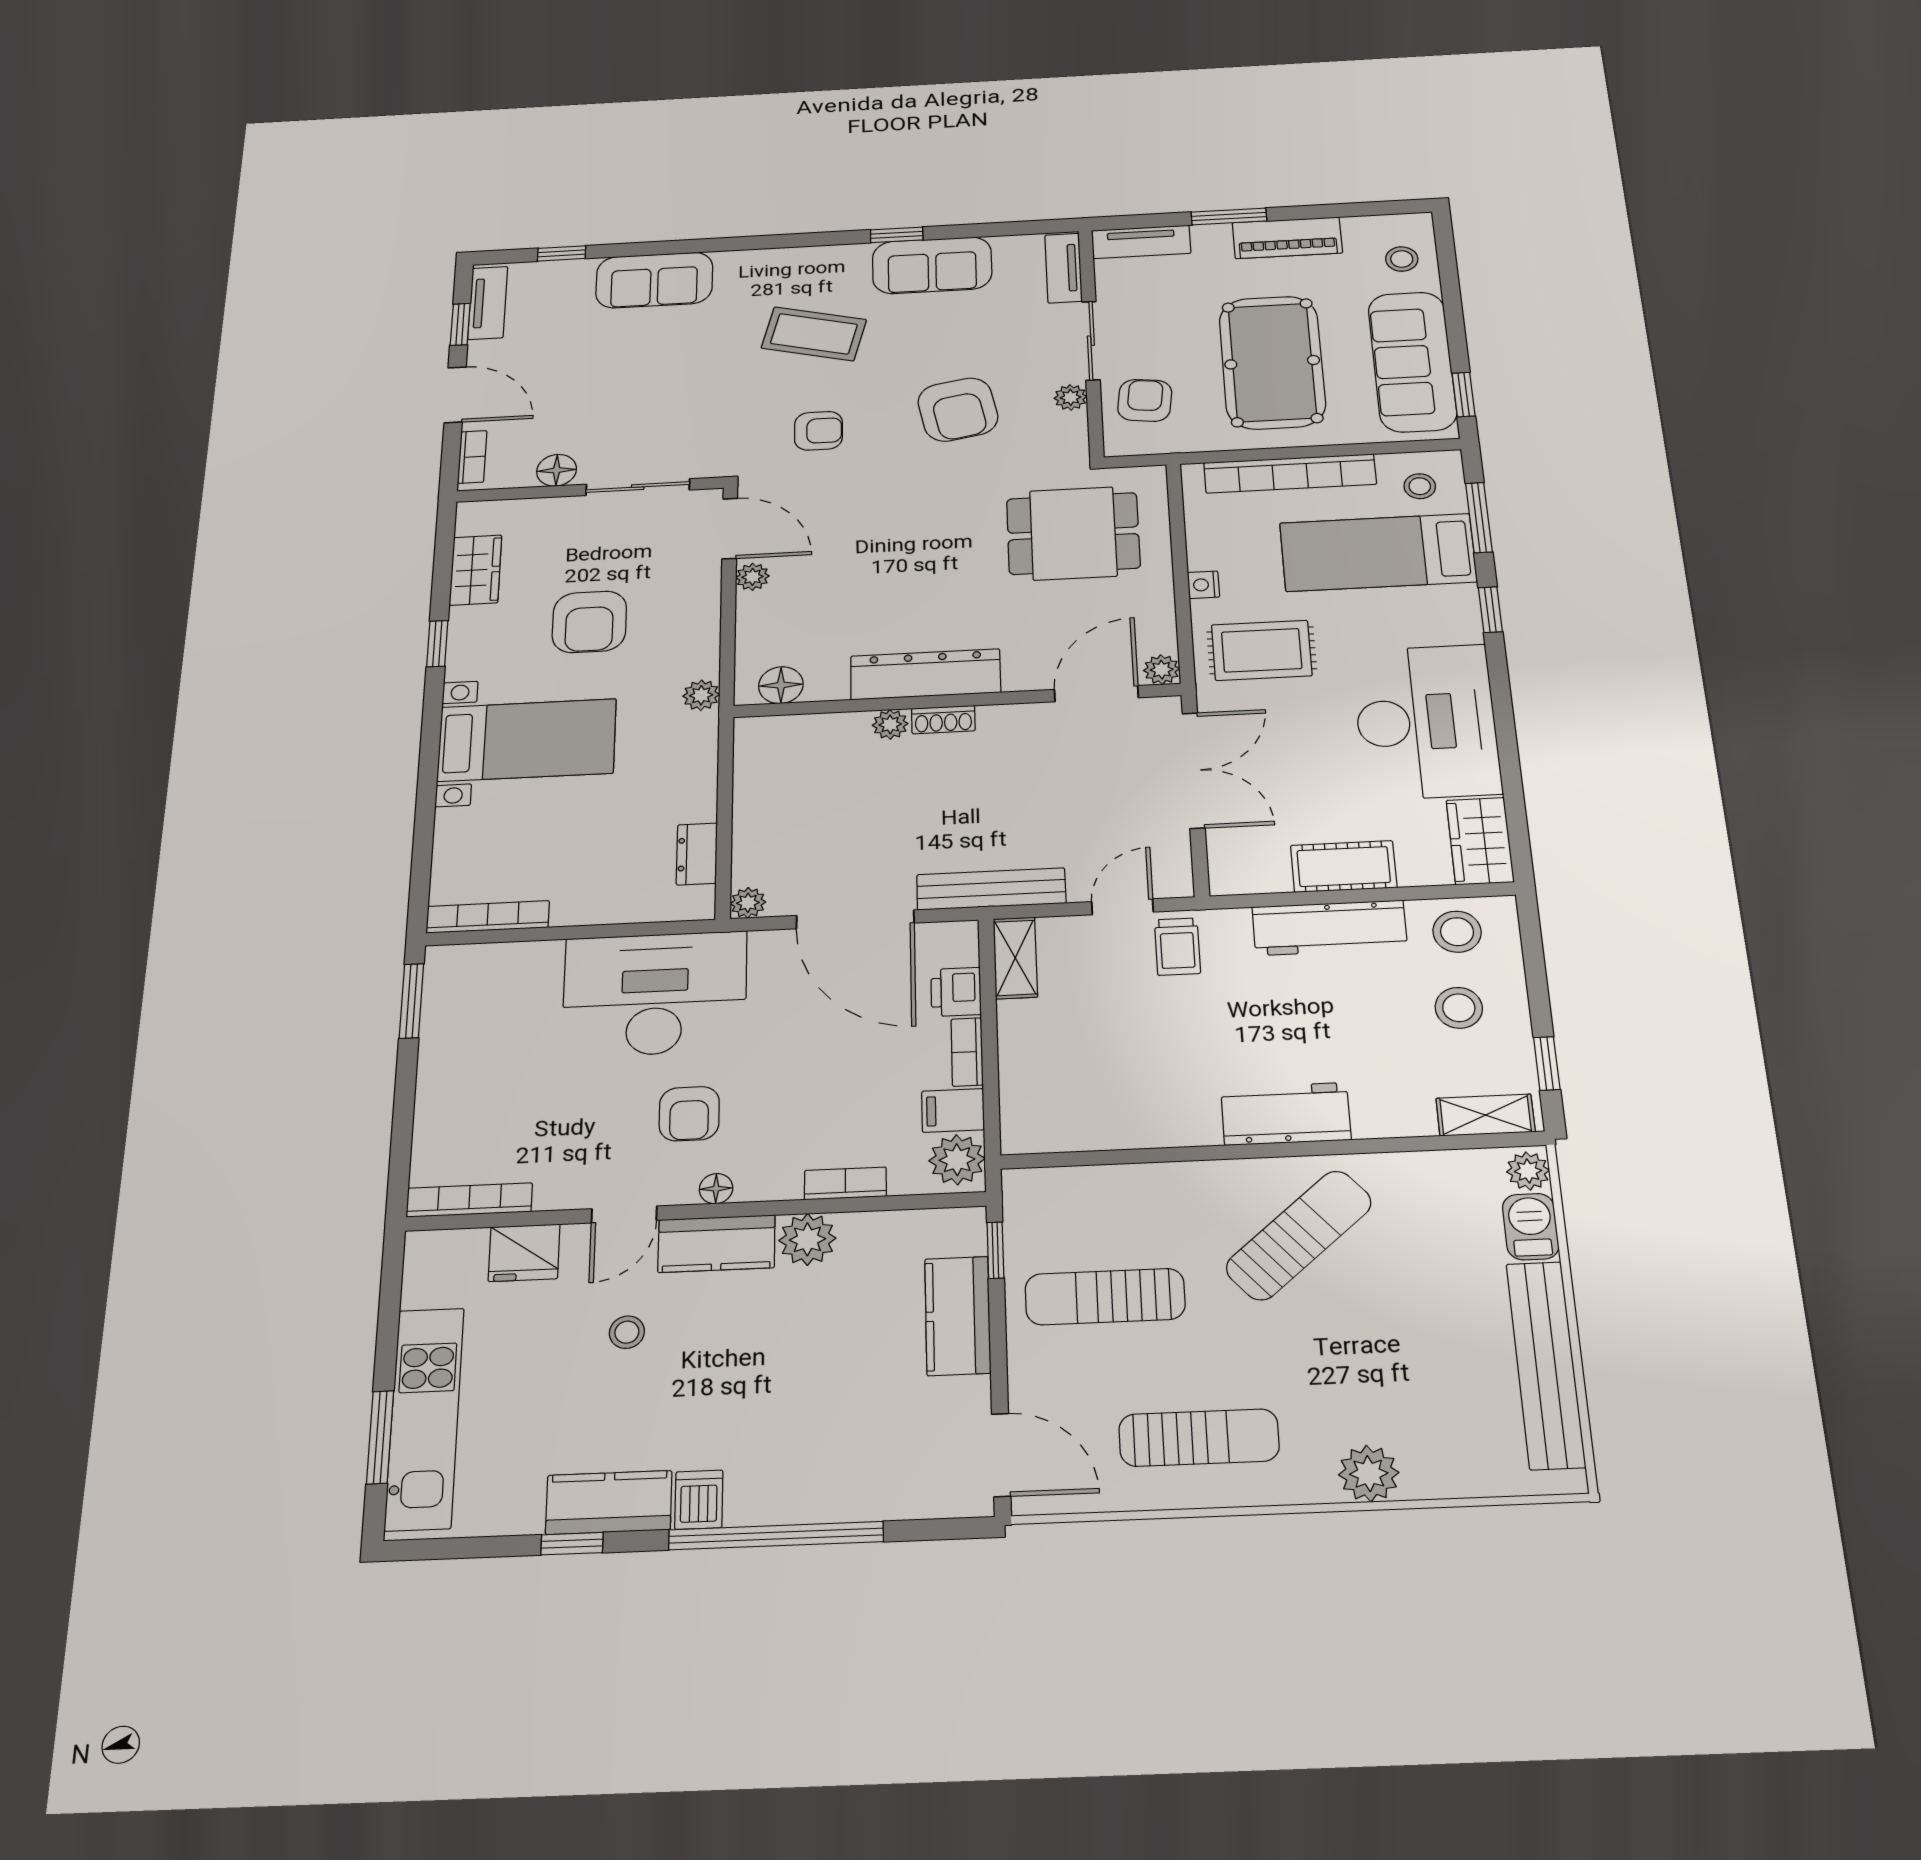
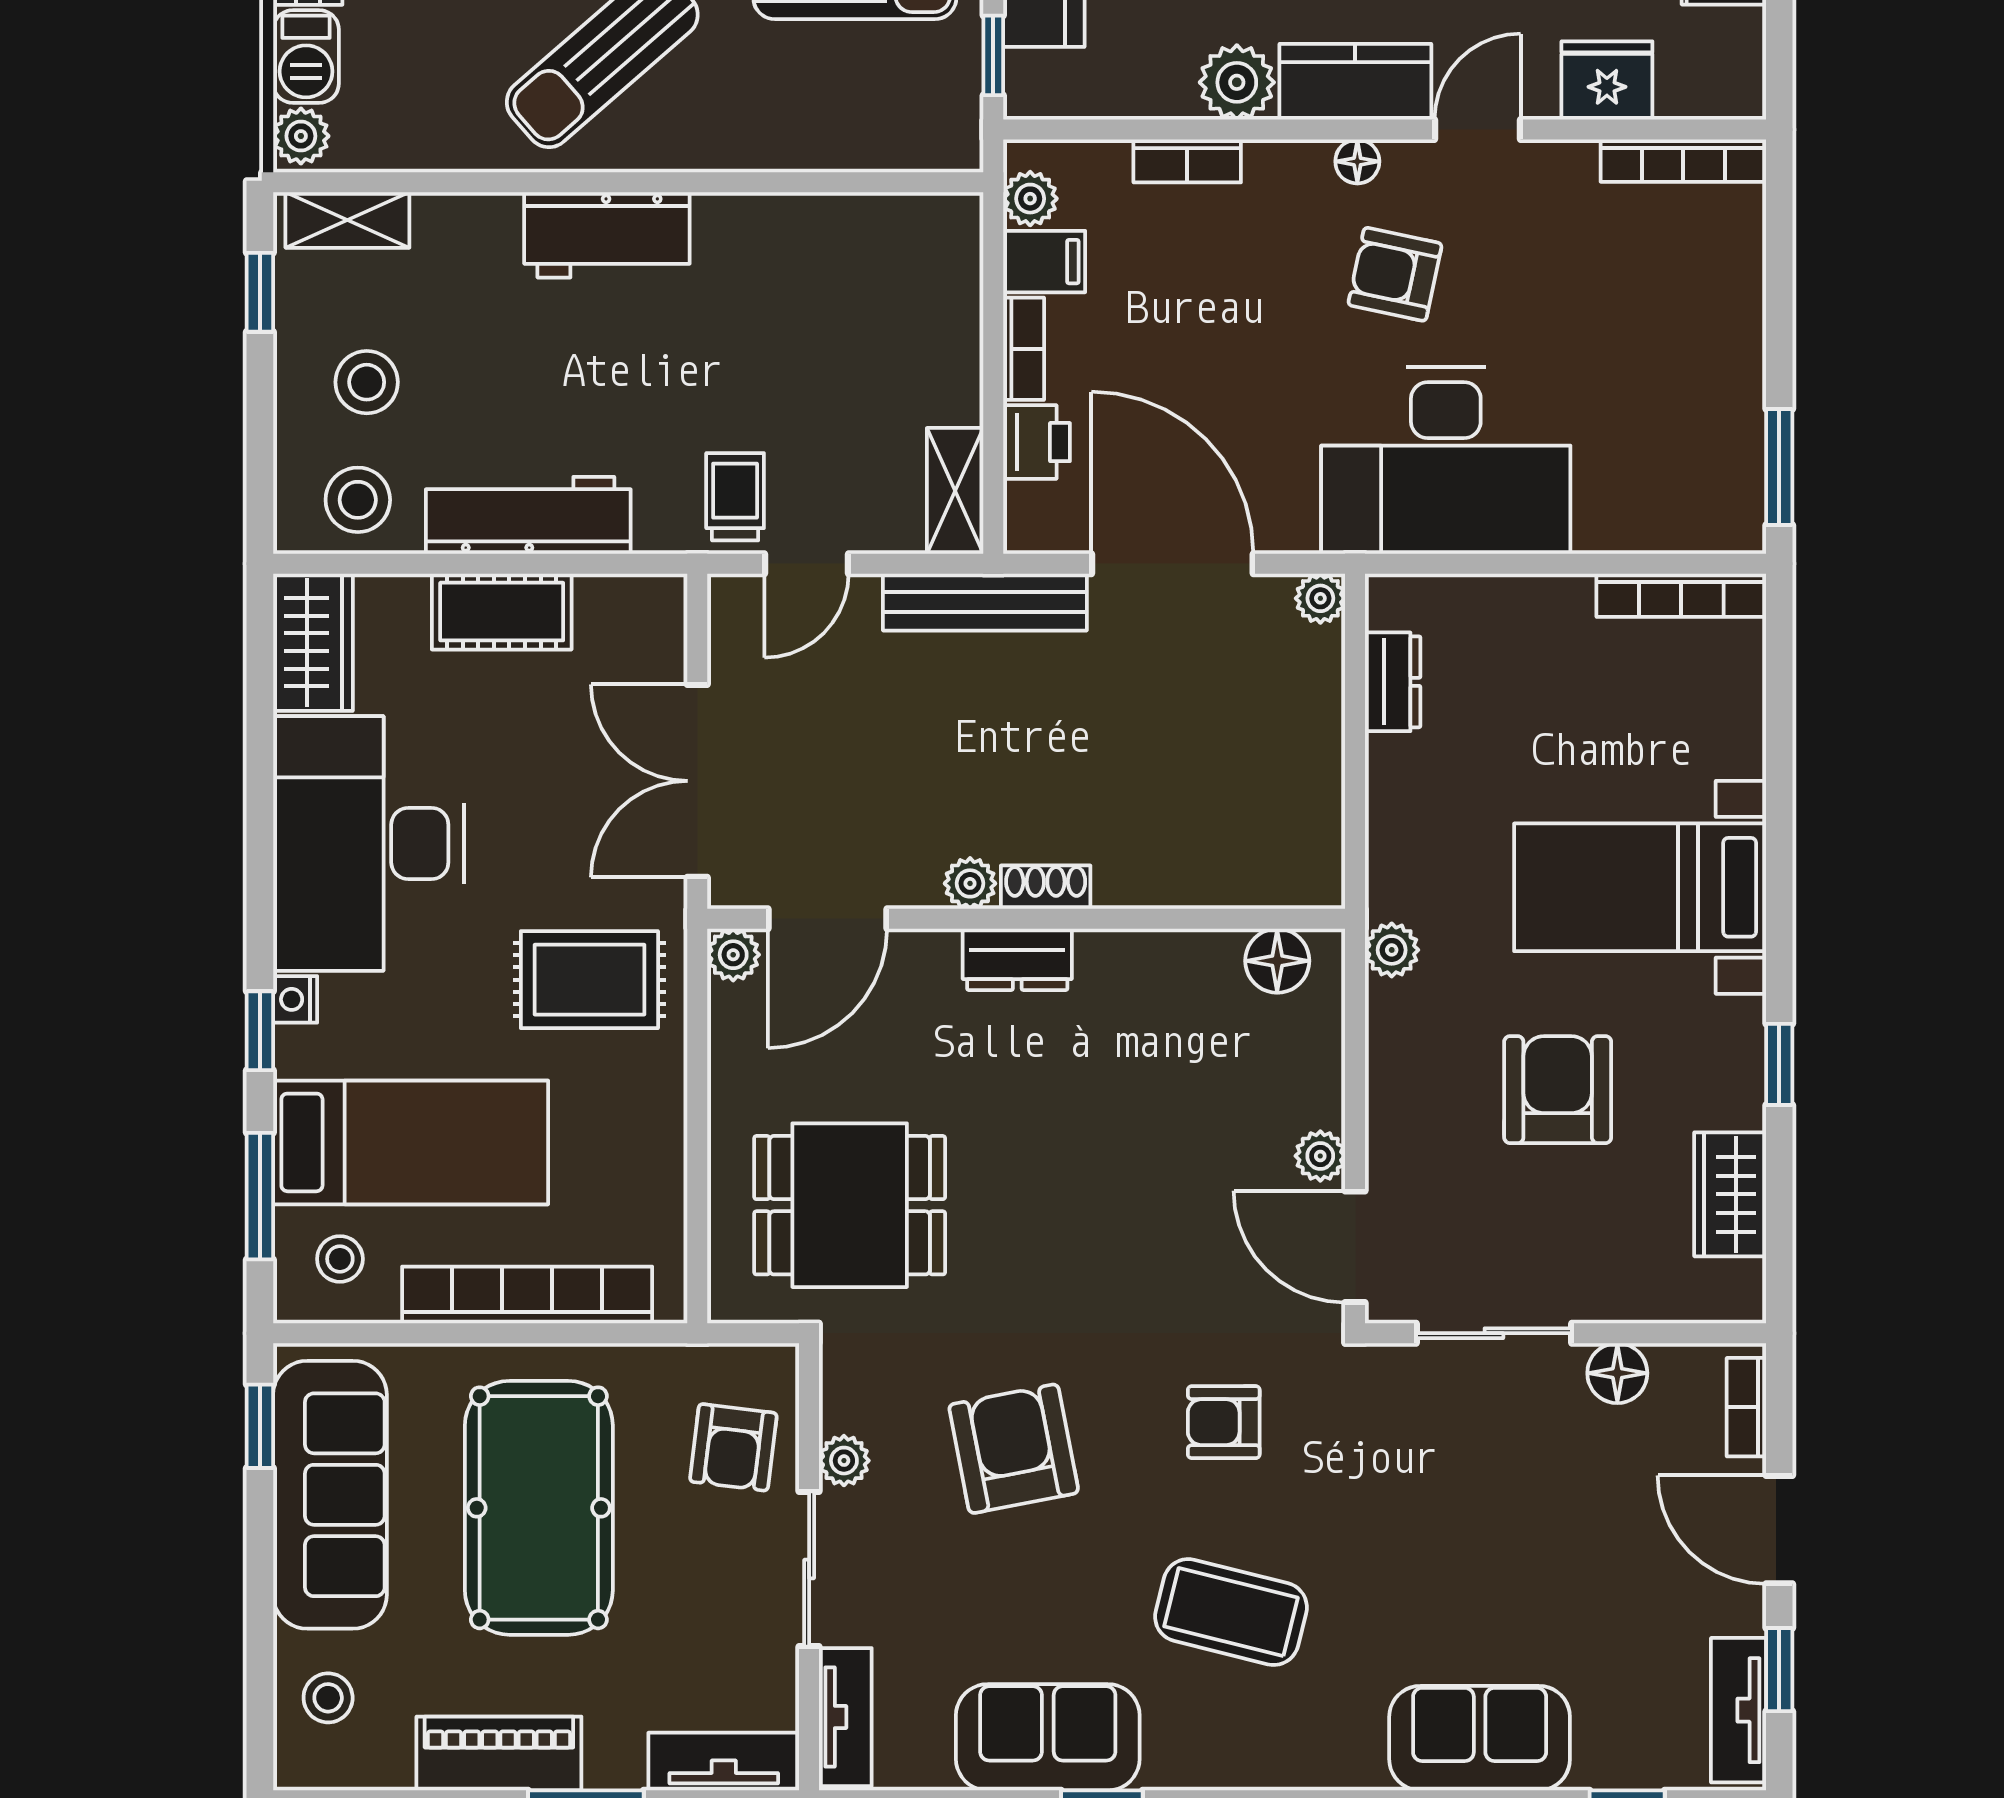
nightstand: (1203, 585) -> (295, 999), moved, turned 180
dresser: (926, 674) -> (1017, 959), width x0.51, depth x0.80
plant: (890, 724) -> (970, 883), moved
armchair: (689, 1114) -> (1395, 274), turned -78
plant: (957, 1160) -> (1030, 199), width x0.73, depth x0.73

